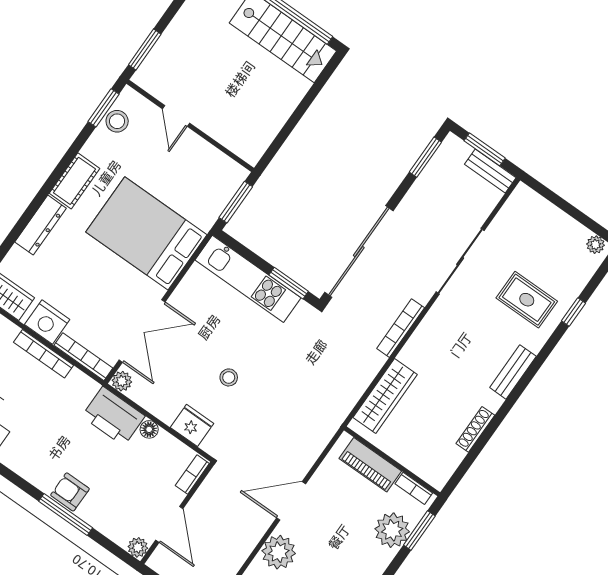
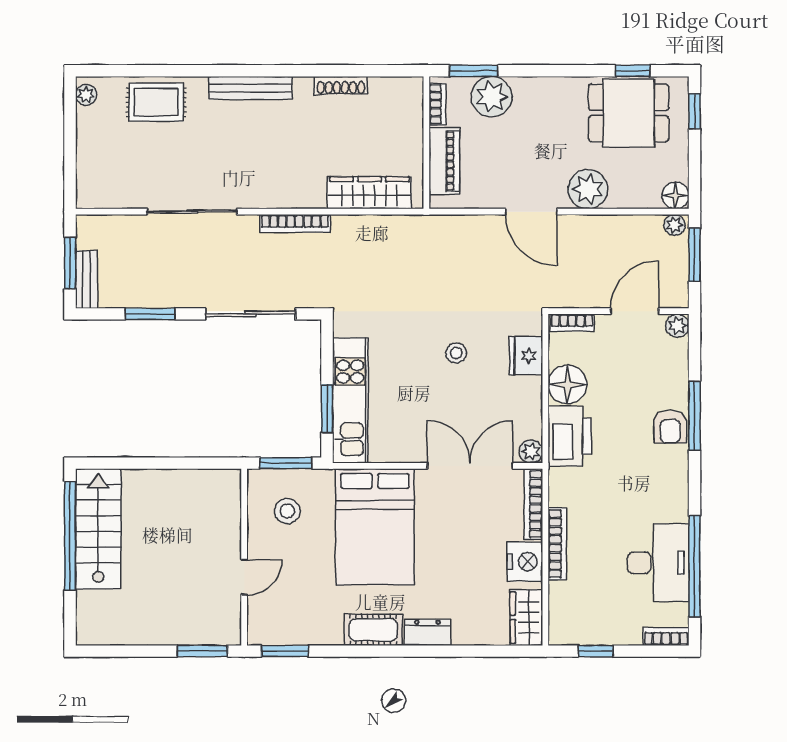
stool: (117, 121) -> (287, 511), moved
window: (425, 157) -> (150, 314), moved
bench: (490, 171) -> (87, 280), moved
dresser: (41, 225) -> (427, 632), width x0.70
sliding door: (359, 252) -> (250, 314), width x0.73
window: (289, 283) -> (327, 409), moved
rug: (527, 300) -> (156, 102), moved, turned 90
window: (573, 312) -> (164, 71), removed
bench: (513, 372) -> (250, 88), width x1.36
floor lamp: (149, 429) -> (567, 384), width x1.89, depth x1.89

